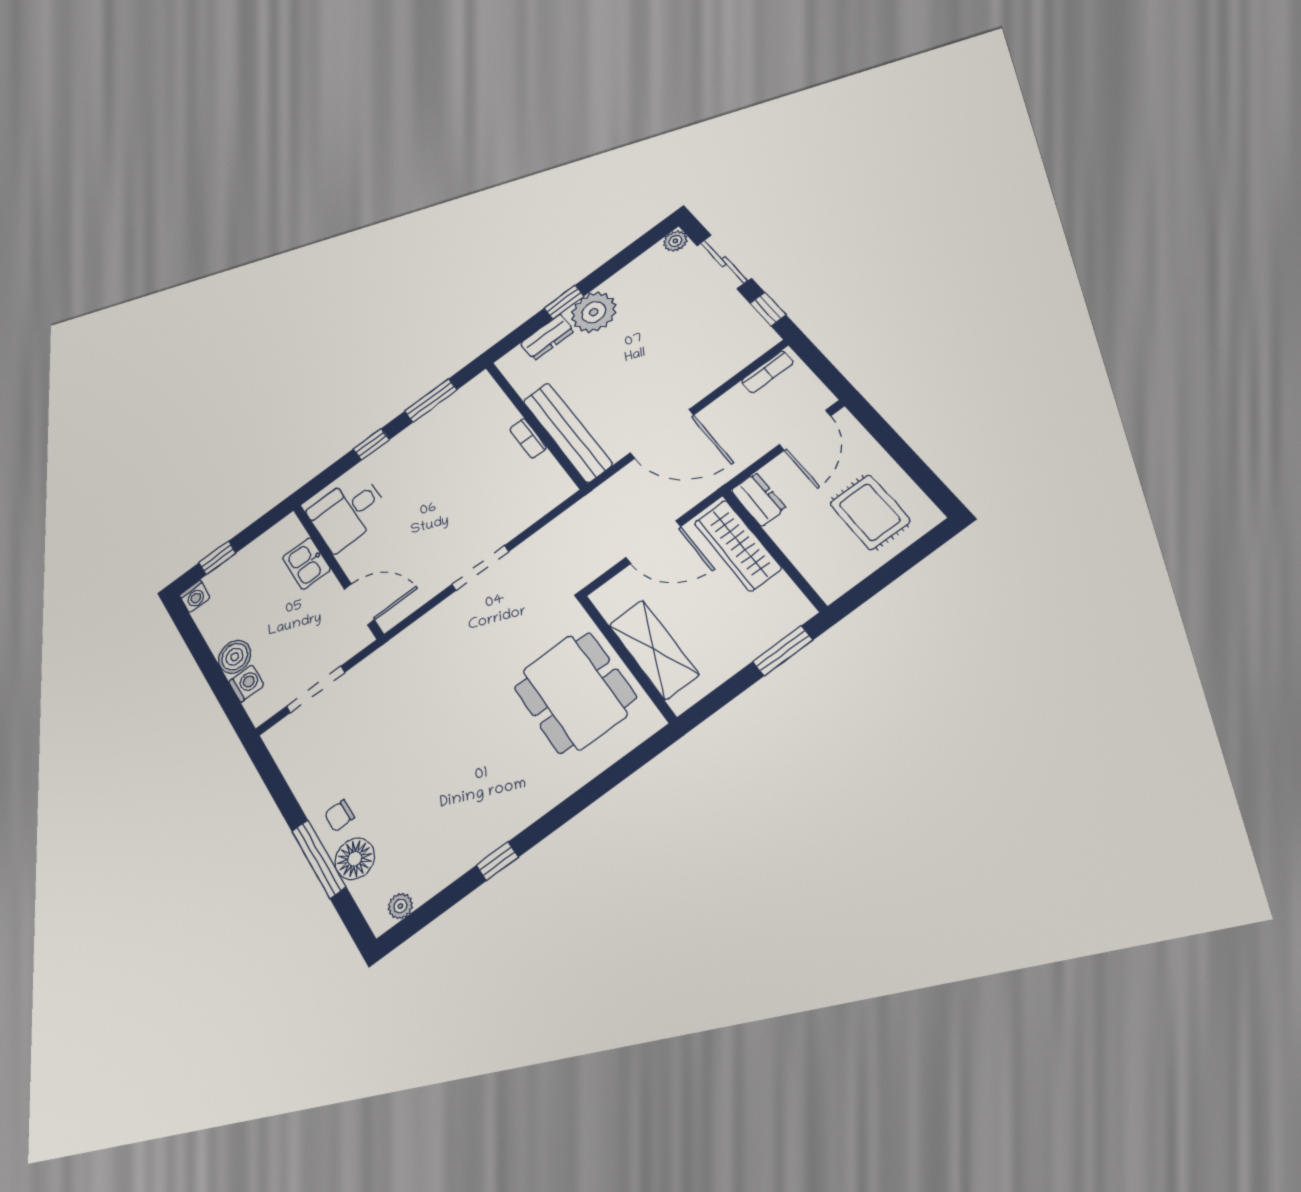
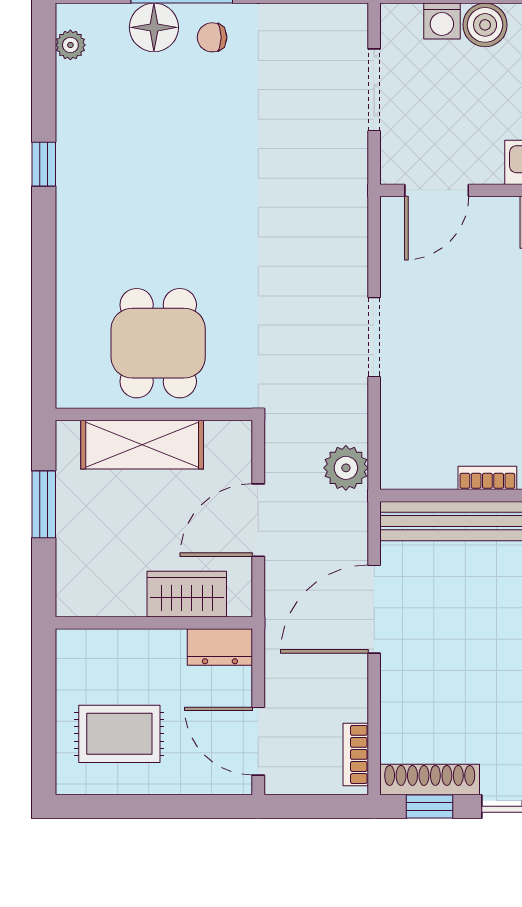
shoe rack: (750, 322) -> (430, 779), added
plant: (579, 519) -> (346, 468), added
wardrobe: (738, 546) -> (187, 594), width x0.67
window: (783, 651) -> (44, 504), moved
dining table: (575, 692) -> (158, 343), width x0.73
chair: (339, 816) -> (212, 37), turned -90

